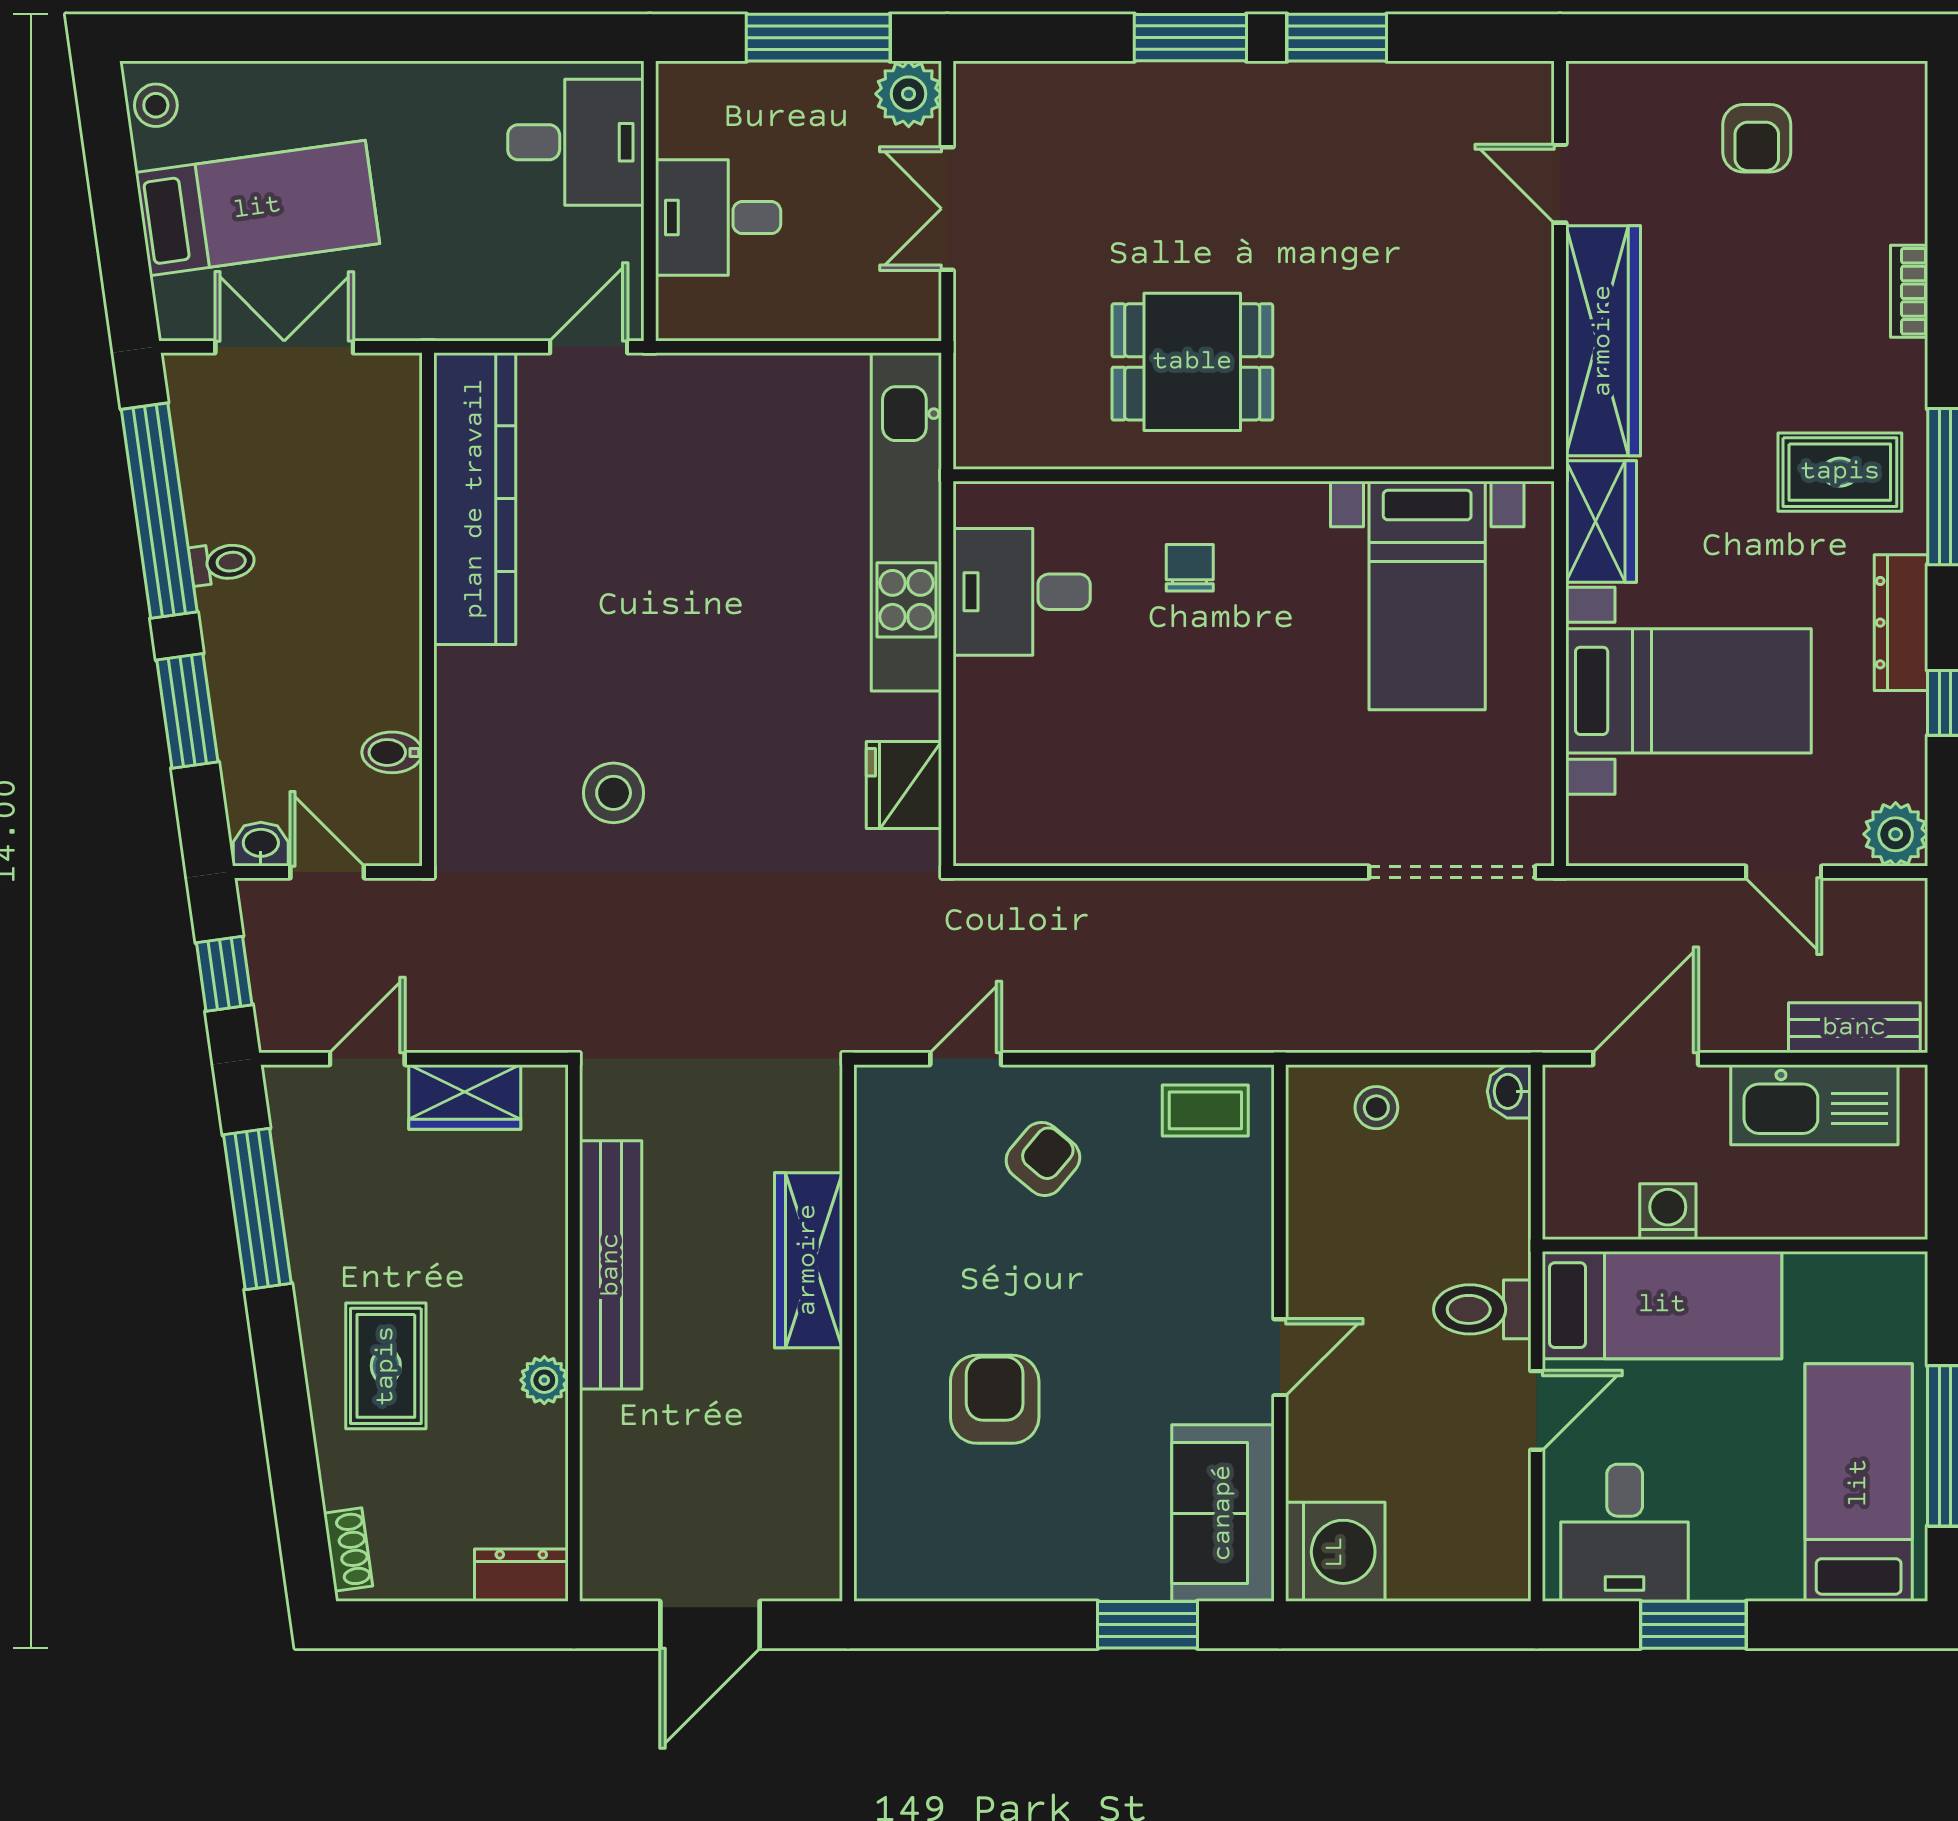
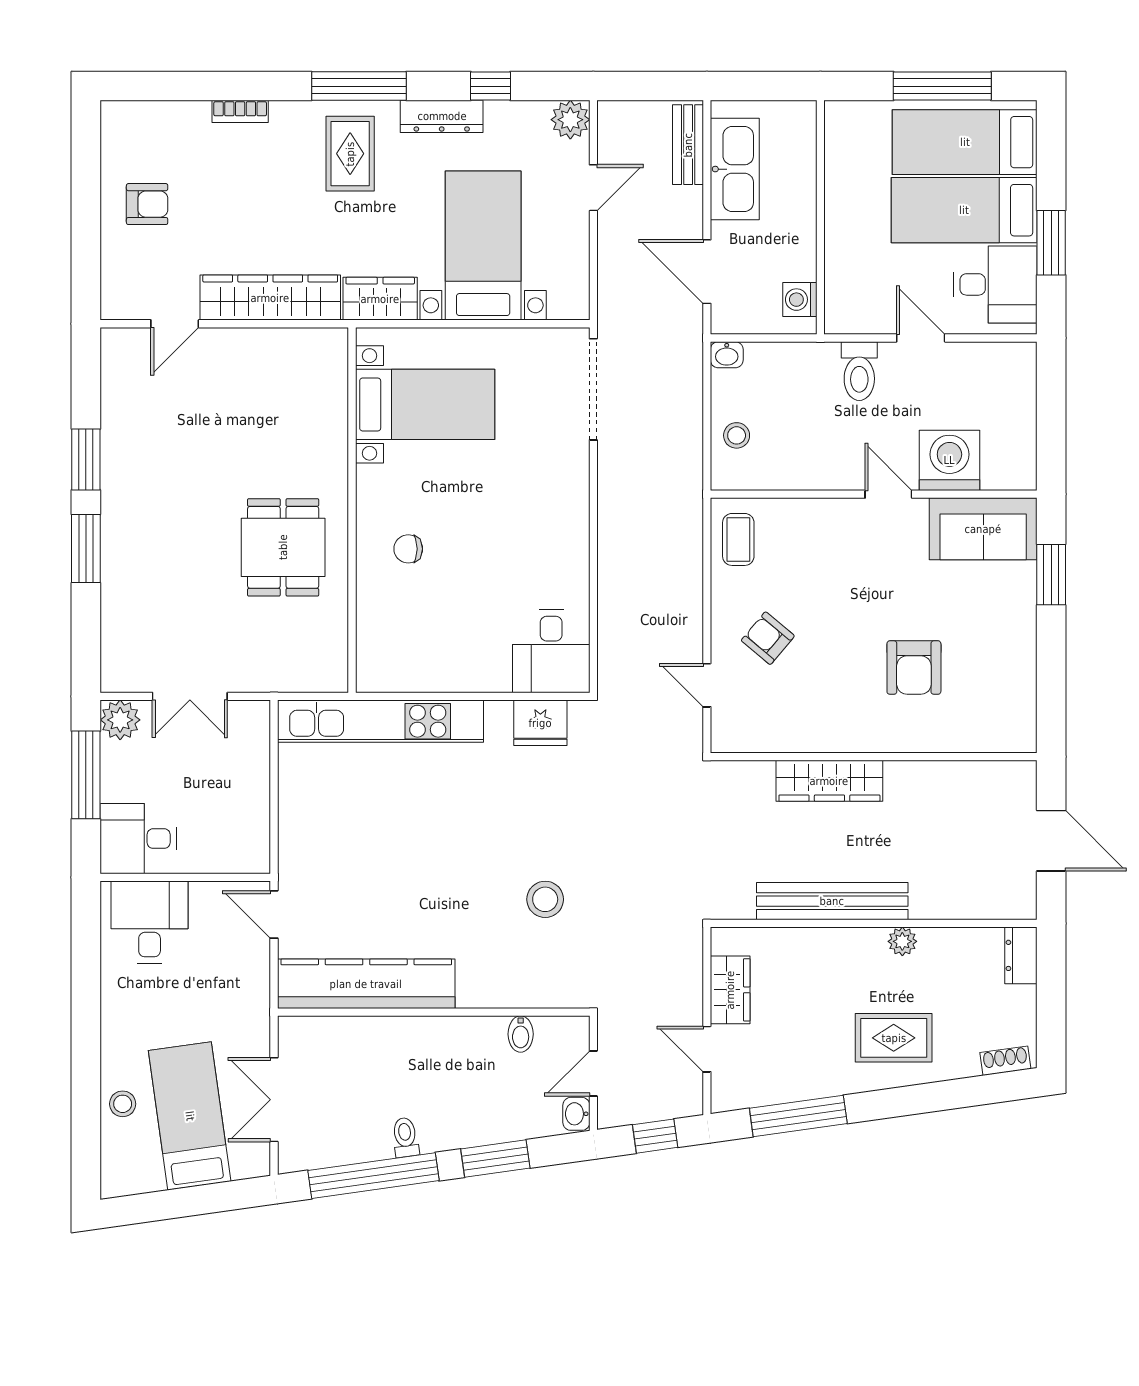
stool: (156, 105) -> (123, 1104), moved
desk: (718, 218) -> (138, 839), moved, turned 90
desk: (1022, 592) -> (551, 651), moved
washing machine: (1668, 1212) -> (800, 300), moved
bed: (1662, 1305) -> (964, 210), moved, turned -90
armchair: (995, 1399) -> (914, 668), turned -90
washing machine: (1335, 1552) -> (949, 460), moved

